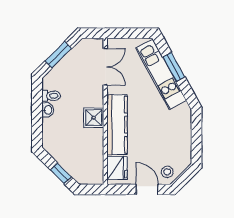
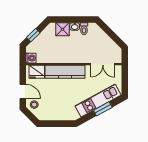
window: (58, 55) -> (111, 33), removed
shower: (94, 118) -> (63, 29), moved
washing machine: (96, 177) -> (31, 58), added
door: (147, 189) -> (23, 91), hinge flipped

